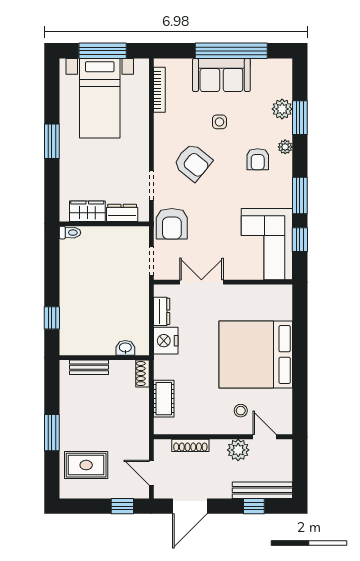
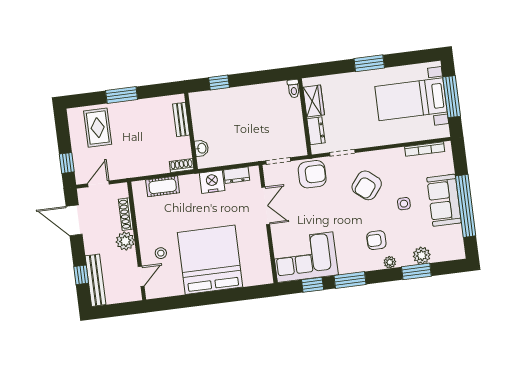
armchair: (172, 224) -> (312, 174), turned 180
plant: (238, 450) -> (125, 241), moved

